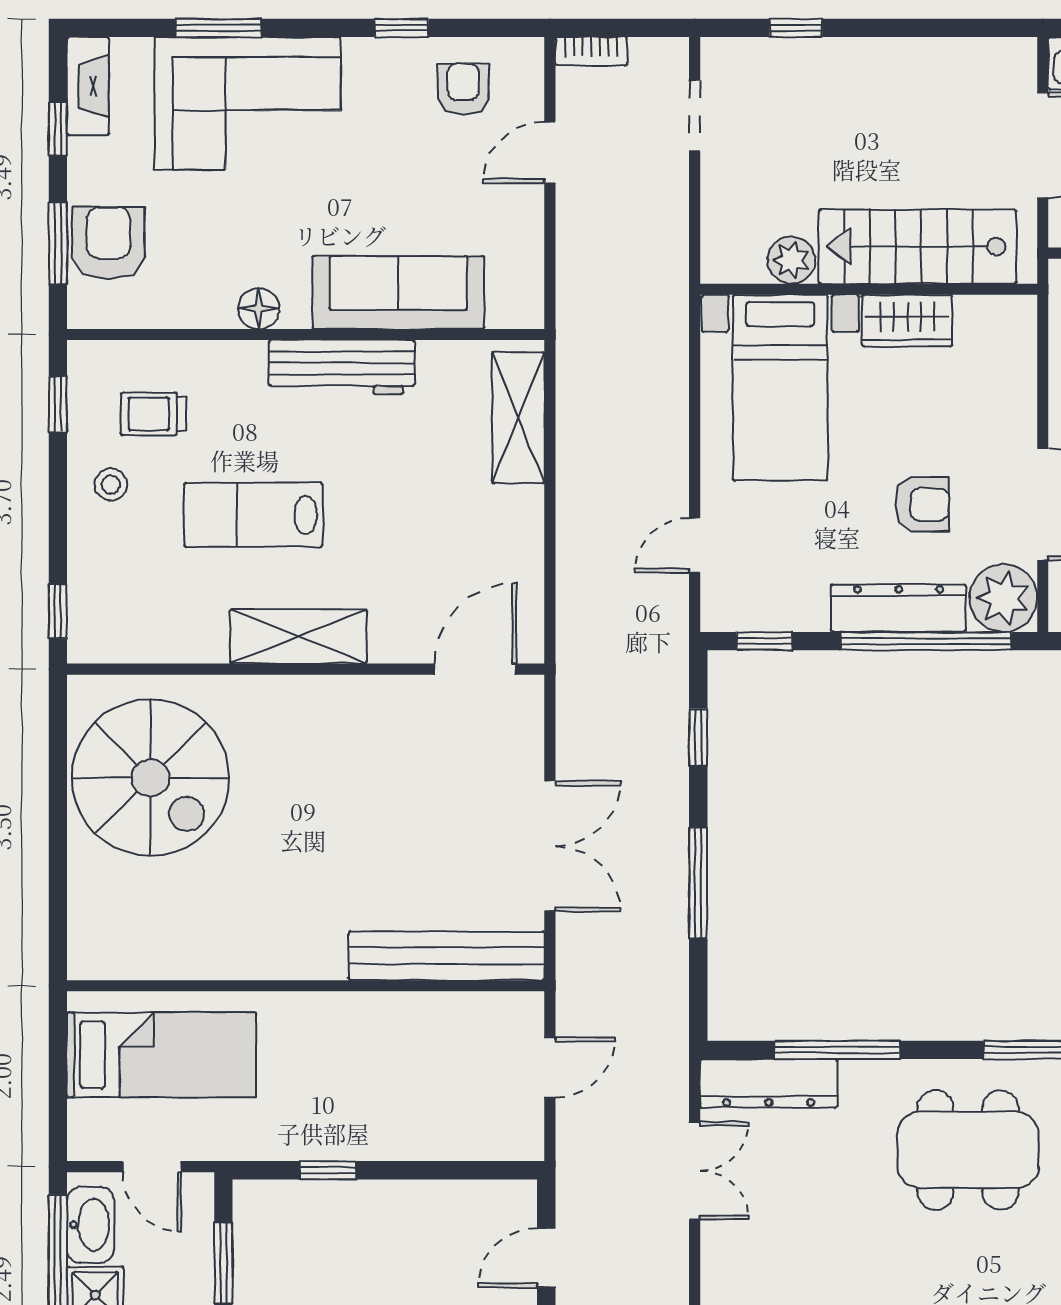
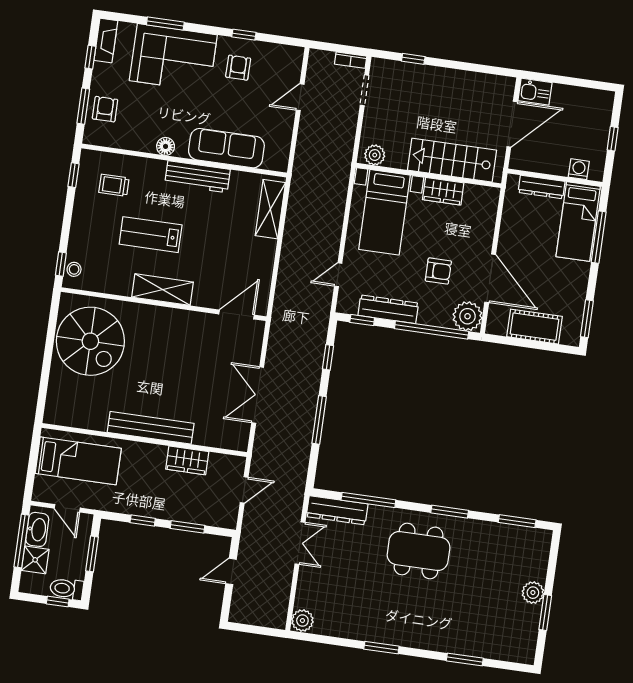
bookcase: (591, 51) -> (351, 60), moved
armchair: (463, 89) -> (238, 68), moved
armchair: (108, 243) -> (105, 109), width x0.72, depth x0.72
plant: (791, 260) -> (375, 155), moved
stool: (111, 485) -> (74, 269), moved
dresser: (899, 608) -> (388, 309), moved
double door: (550, 846) -> (258, 395), swing flipped
bench: (447, 956) -> (151, 428), moved
wardrobe: (410, 1018) -> (187, 460), added
window: (432, 1170) -> (187, 527), added

